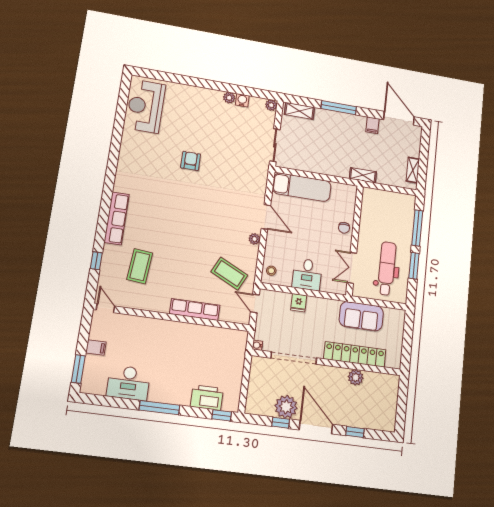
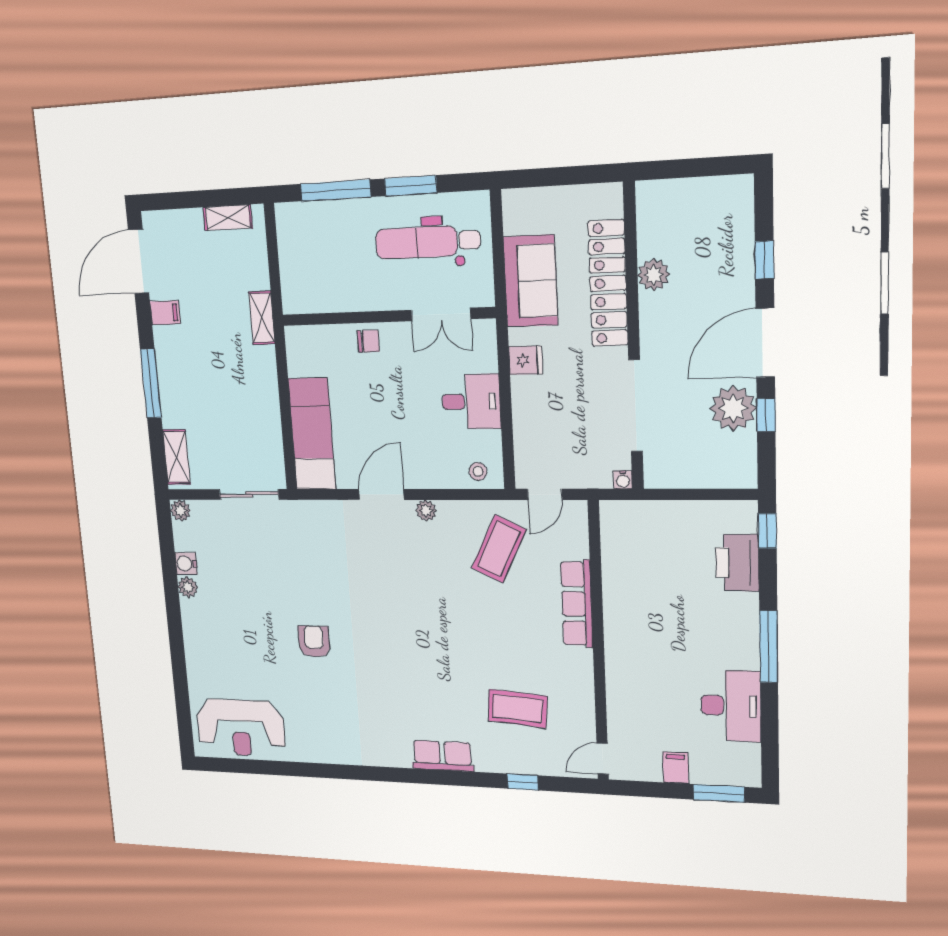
armchair: (191, 161) -> (314, 642), turned 90
row of seats: (117, 218) -> (442, 756), width x0.68
fridge: (299, 303) -> (526, 360), moved

